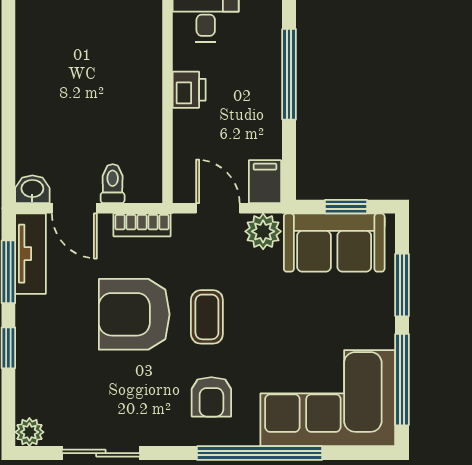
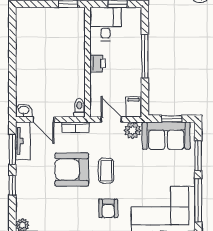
toilet: (113, 184) -> (79, 108), moved

